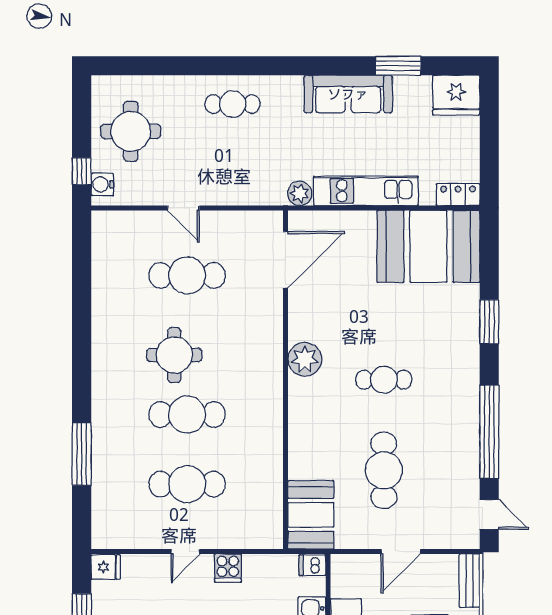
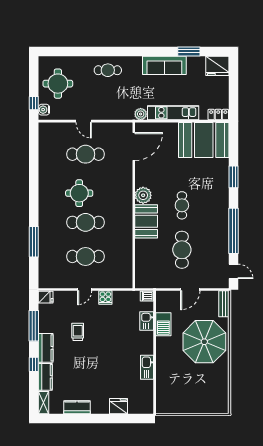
cafe table: (384, 380) -> (182, 205), turned 90
booth: (311, 515) -> (146, 221), moved

